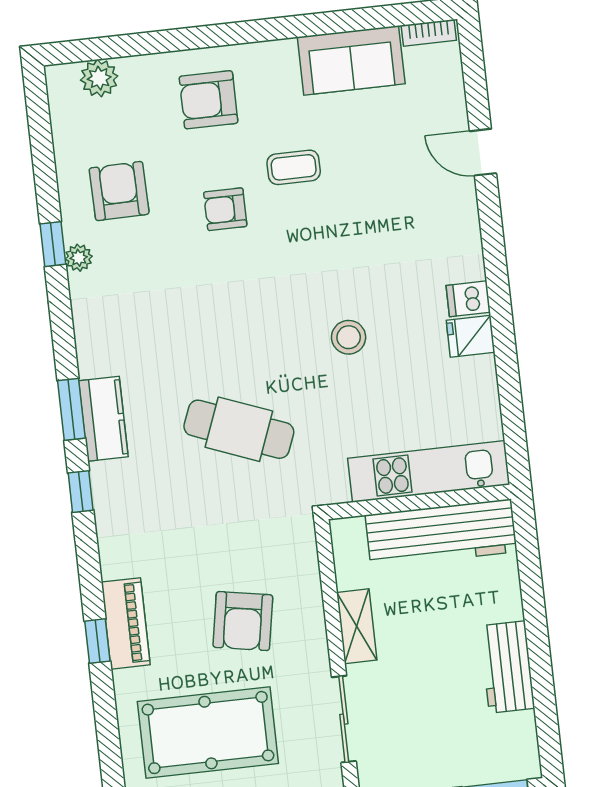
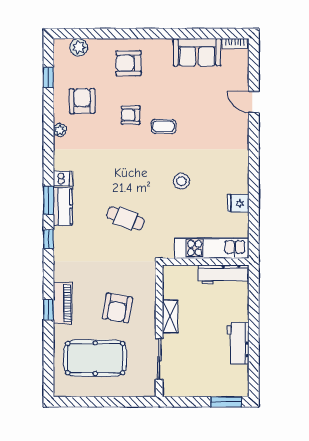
coffee table: (294, 167) -> (163, 126), moved
window: (53, 244) -> (48, 77), moved
dishwasher: (468, 299) -> (63, 179), moved, turned 180
fridge: (471, 336) -> (238, 203), moved
cafe table: (239, 429) -> (125, 218), width x0.73, depth x0.74
workbench: (441, 533) -> (224, 274), width x0.73, depth x0.76

